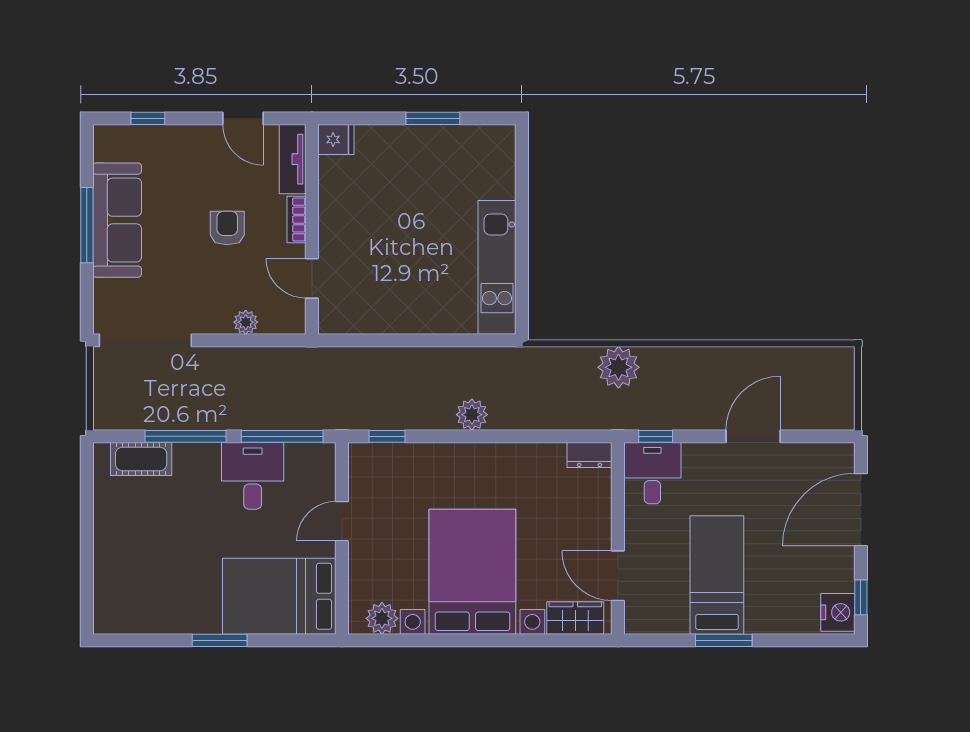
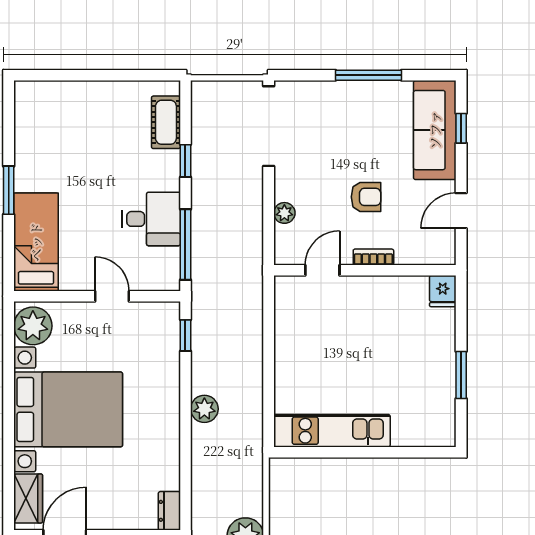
tv unit: (293, 159) -> (426, 254), removed
sofa: (117, 220) -> (435, 130), moved, turned 90
window: (186, 436) -> (185, 161), width x0.46
bed: (279, 596) -> (36, 242), width x0.67
plant: (382, 618) -> (33, 326), width x1.36, depth x1.36

